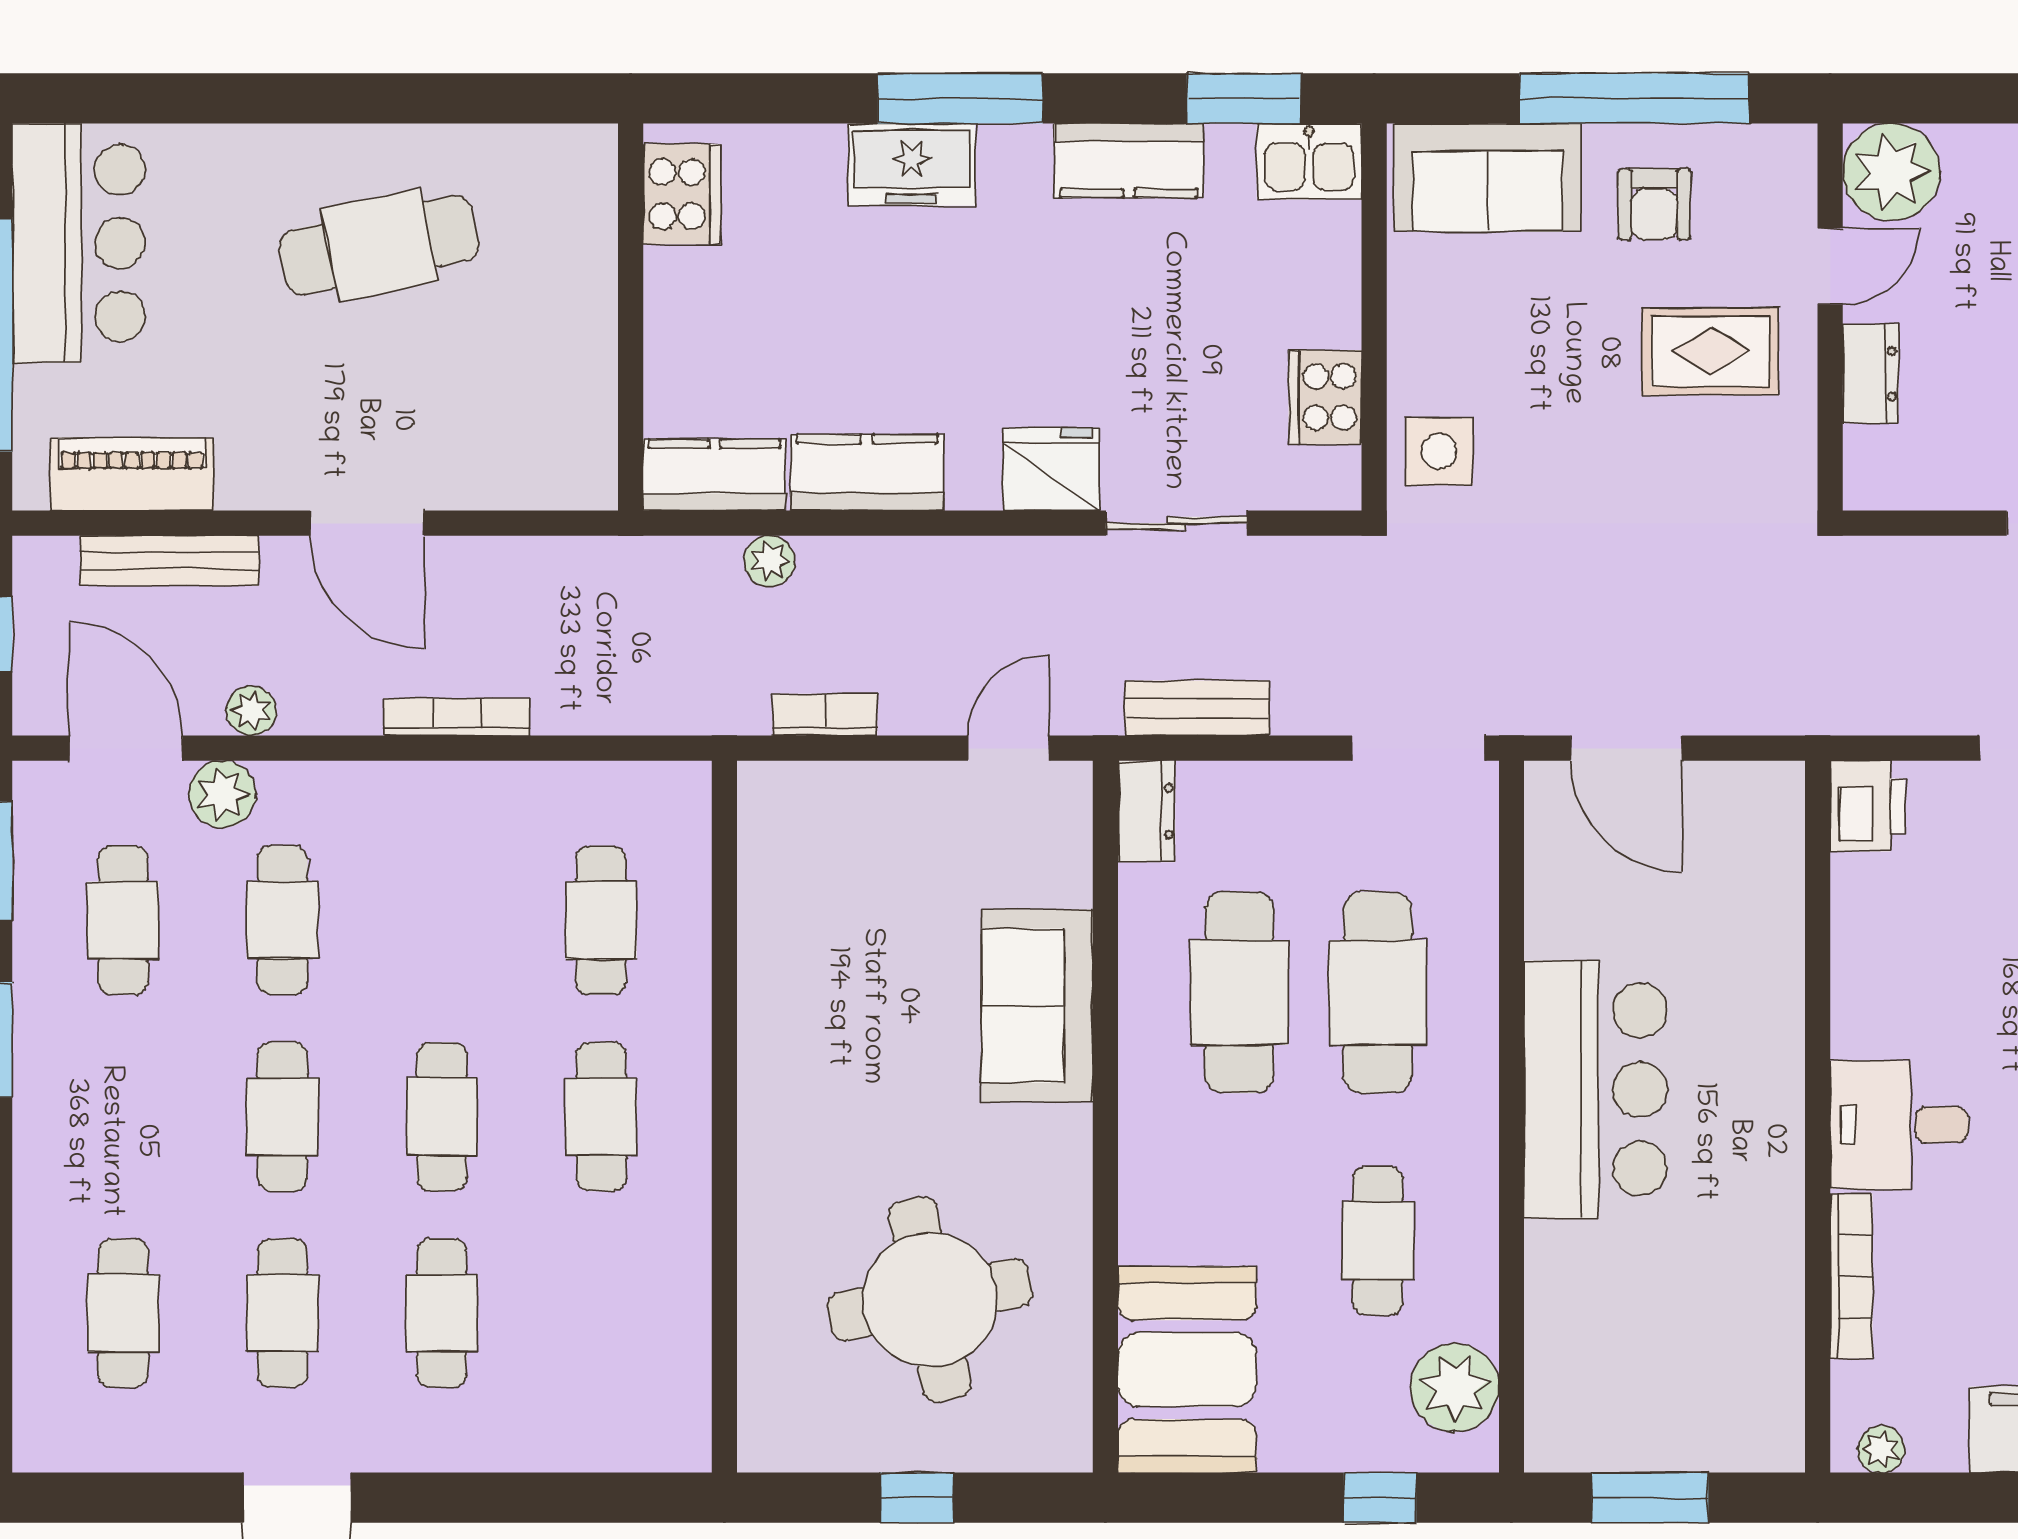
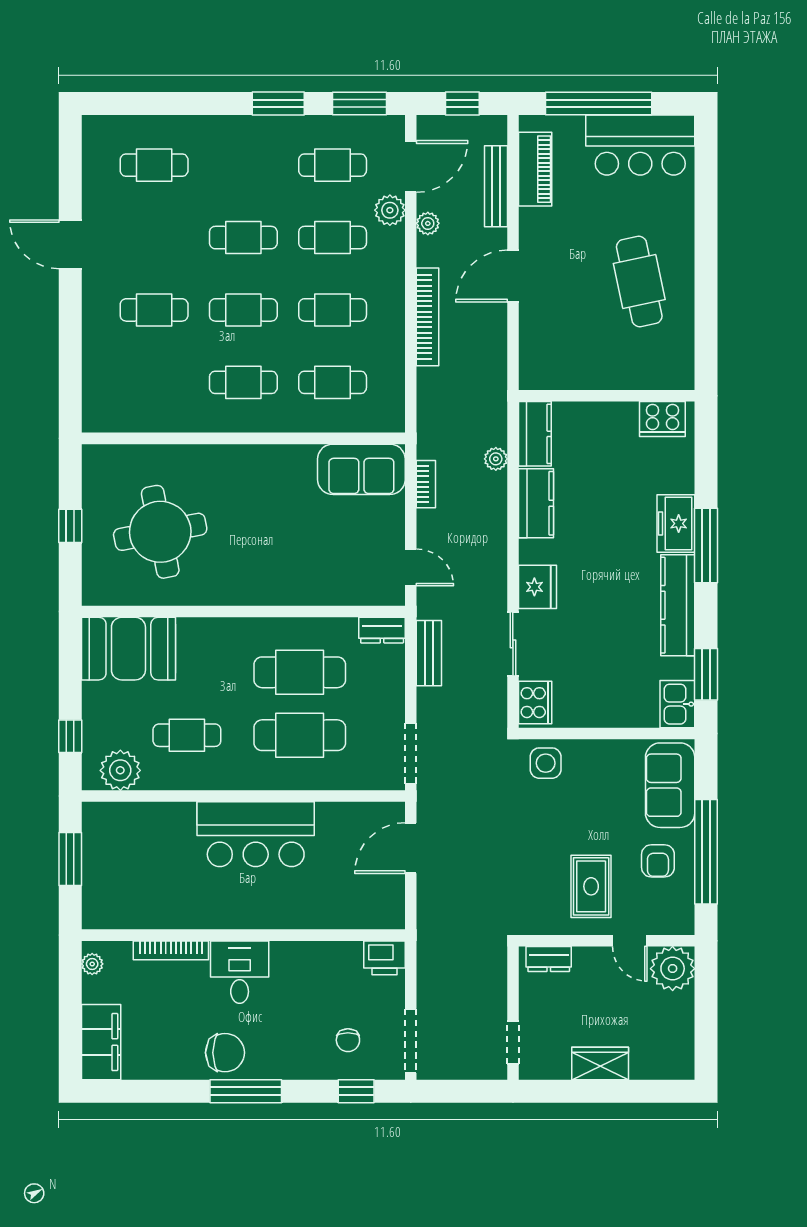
kitchen counter: (1129, 161) -> (678, 605), width x1.50
armchair: (1654, 204) -> (658, 861), turned -90
dresser: (1870, 374) -> (549, 959), moved
cooker: (1325, 397) -> (535, 703), moved, turned 90
bookcase: (457, 717) -> (428, 317), width x1.48, depth x1.31
sofa: (1037, 1006) -> (361, 469), moved, turned 180
cafe table: (282, 1313) -> (333, 310), moved

